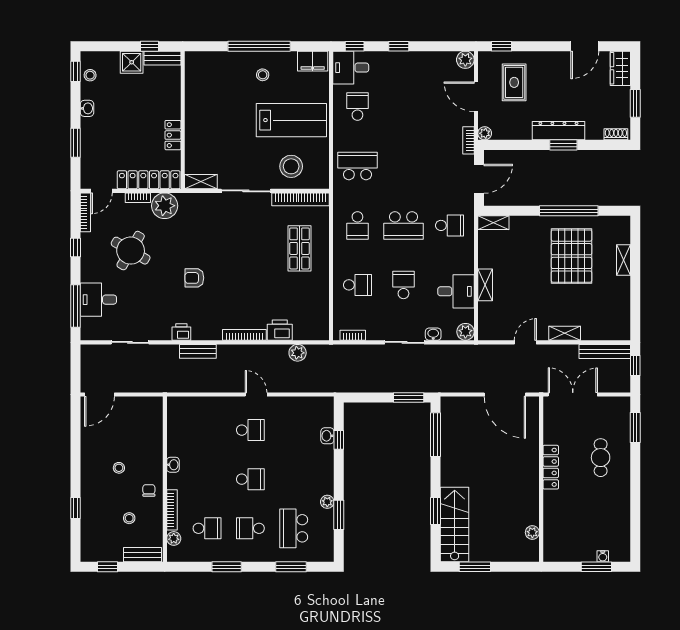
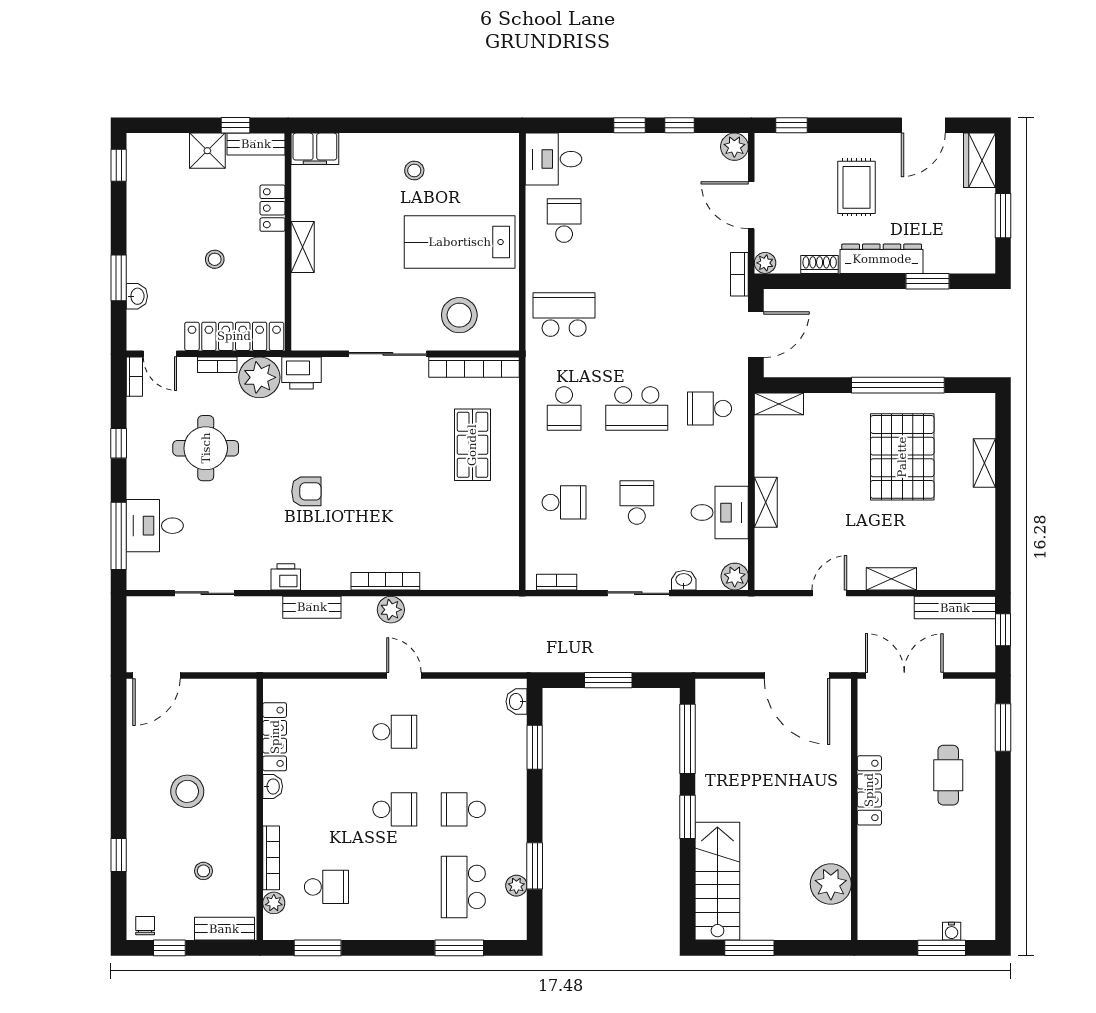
window: (259, 46) -> (409, 125), removed
window: (355, 46) -> (679, 125), moved
filing cabinet: (313, 61) -> (315, 149), moved
stool: (90, 75) -> (215, 259), moved
rug: (514, 82) -> (857, 187), moved
washbasin: (87, 108) -> (137, 296), moved
lab bench: (291, 120) -> (460, 242), turned 180
shoe rack: (616, 134) -> (820, 264), moved
locker: (173, 135) -> (273, 208), moved
window: (563, 145) -> (928, 281), moved
shelving: (201, 182) -> (303, 247), moved, turned 90
door: (102, 191) -> (160, 354), hinge flipped
bookcase: (85, 212) -> (134, 377), width x0.64
school desk: (450, 225) -> (710, 409), turned 180
round table: (131, 251) -> (206, 448), turned -30
armchair: (194, 278) -> (306, 491), turned 180
printer: (280, 330) -> (301, 373), moved, turned 180
plant: (298, 353) -> (391, 610), moved
window: (409, 397) -> (608, 680), moved
locker: (174, 433) -> (275, 737), added
washbasin: (327, 436) -> (517, 702), moved
window: (339, 440) -> (535, 747), width x1.50
stool: (119, 468) -> (187, 791), width x1.89, depth x1.89
chair: (149, 490) -> (145, 926), moved
plant: (327, 502) -> (516, 886), moved
window: (436, 511) -> (687, 817), moved
school desk: (250, 528) -> (463, 809), moved
plant: (532, 532) -> (831, 884), width x1.88, depth x1.88
window: (227, 567) -> (318, 948), moved

